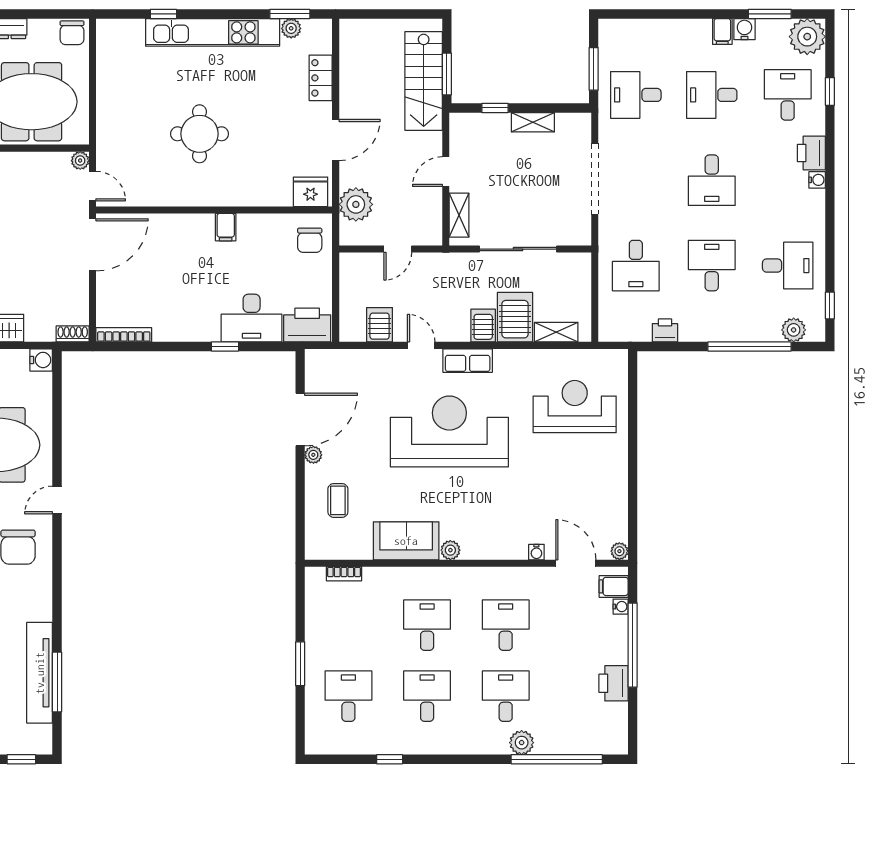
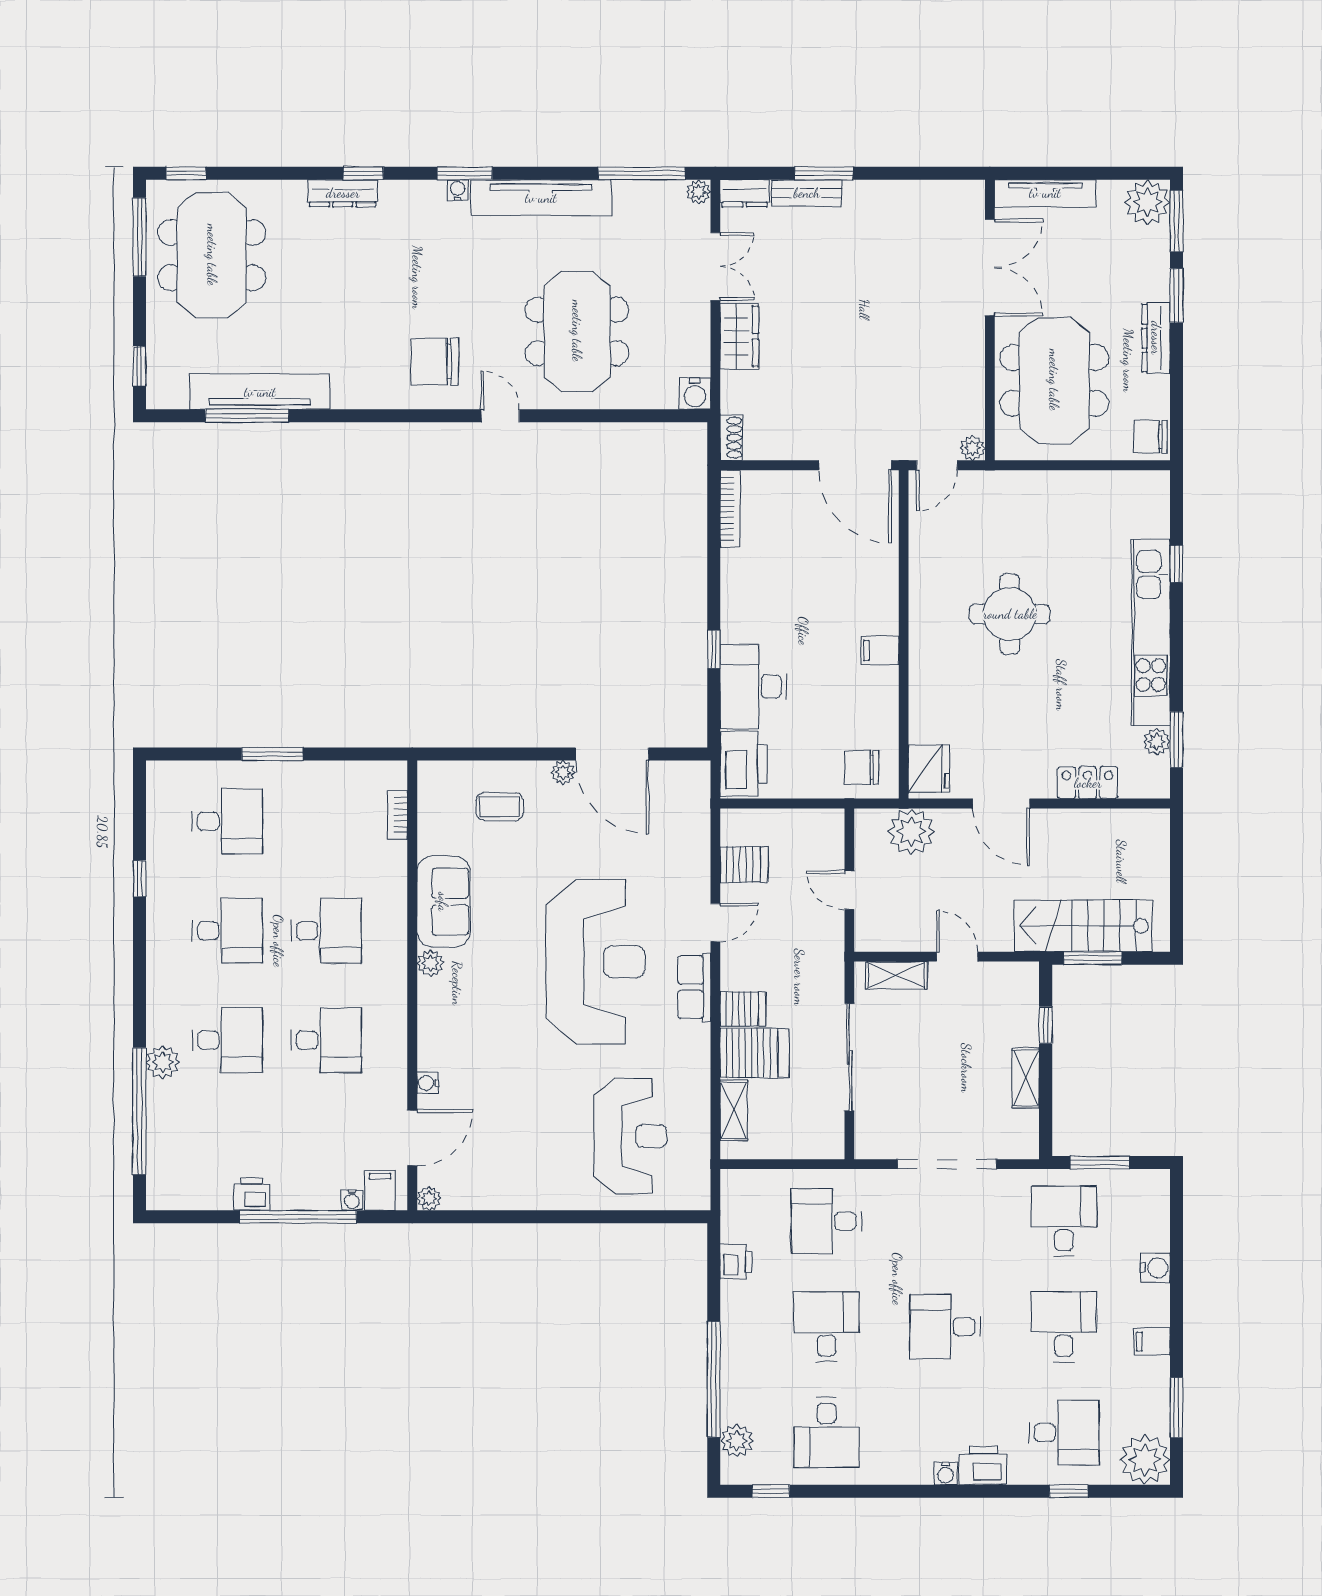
water cooler: (744, 29) -> (1155, 1268), moved
desk: (712, 266) -> (826, 1327), turned -90
printer: (614, 683) -> (252, 1194), width x0.73, depth x0.81

